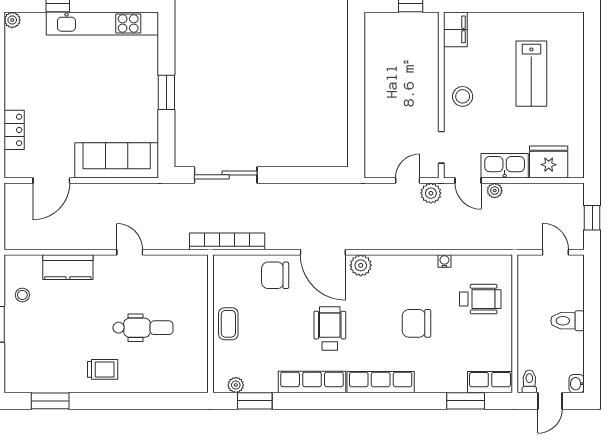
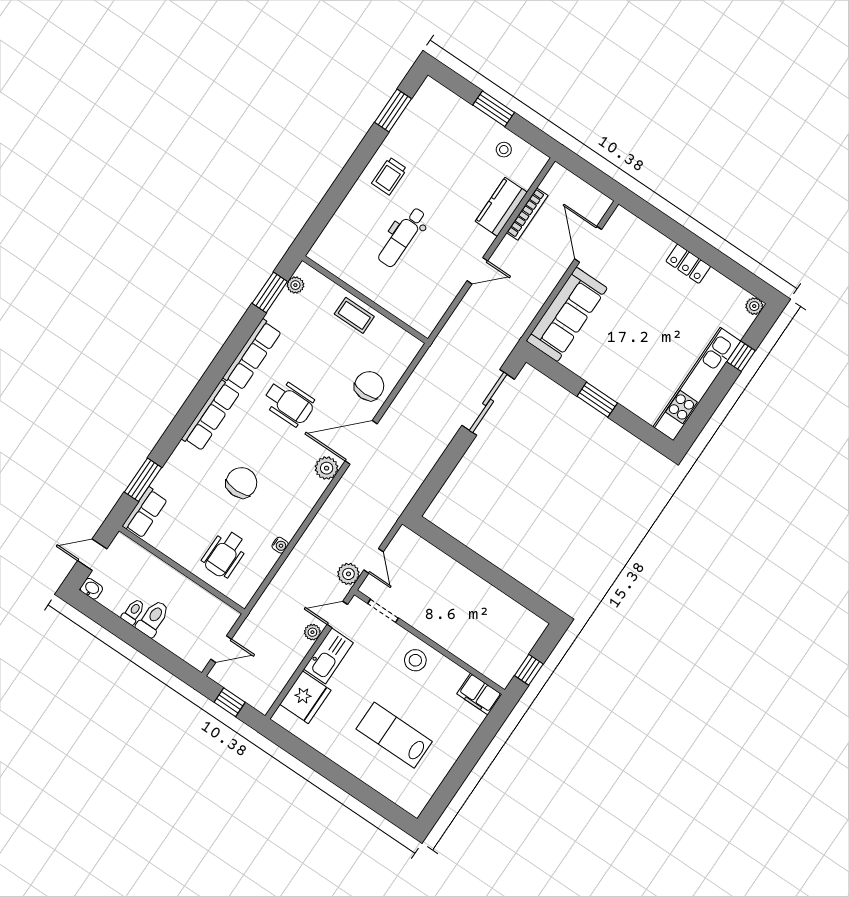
locker: (14, 130) -> (688, 264), moved
bookcase: (227, 241) -> (527, 214), moved, width x0.68, depth x0.76
toilet: (529, 381) -> (133, 612), moved, turned -90
door: (550, 401) -> (92, 555), hinge flipped

